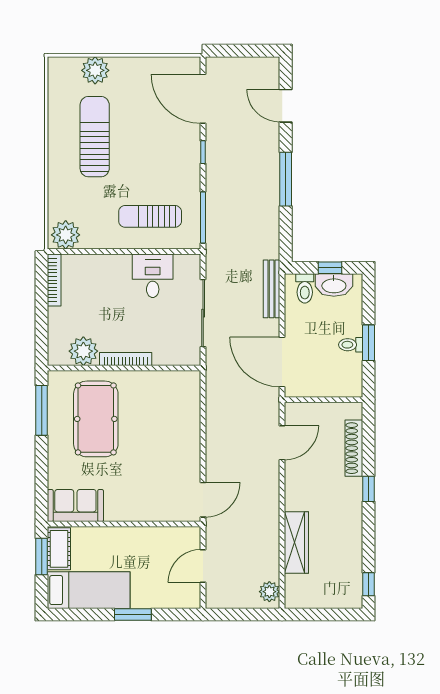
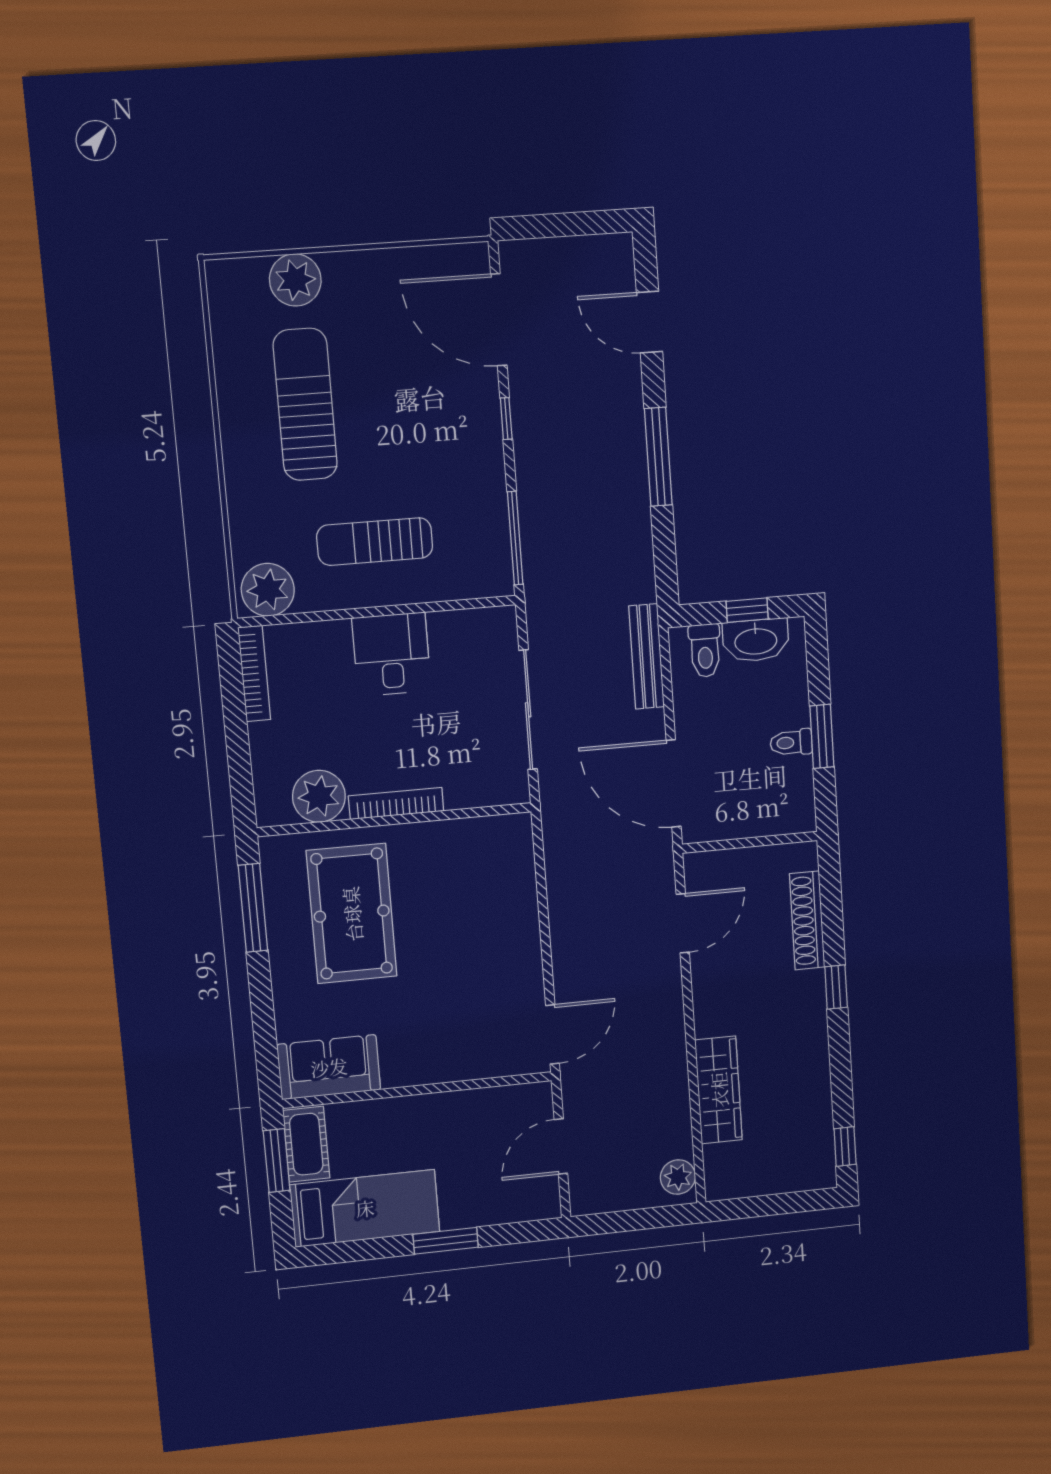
sun lounger: (150, 216) -> (375, 542), moved
desk: (153, 276) -> (391, 654), moved

